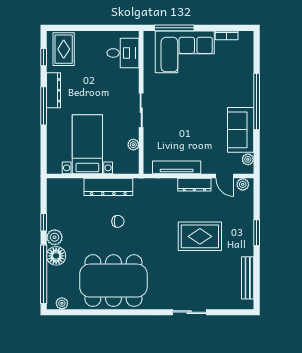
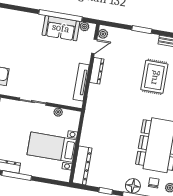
window: (257, 101) -> (61, 16), moved
dresser: (108, 187) -> (82, 165), moved
chair: (118, 221) -> (154, 183), moved
rug: (200, 236) -> (154, 77), moved
plant: (55, 237) -> (119, 185), removed

